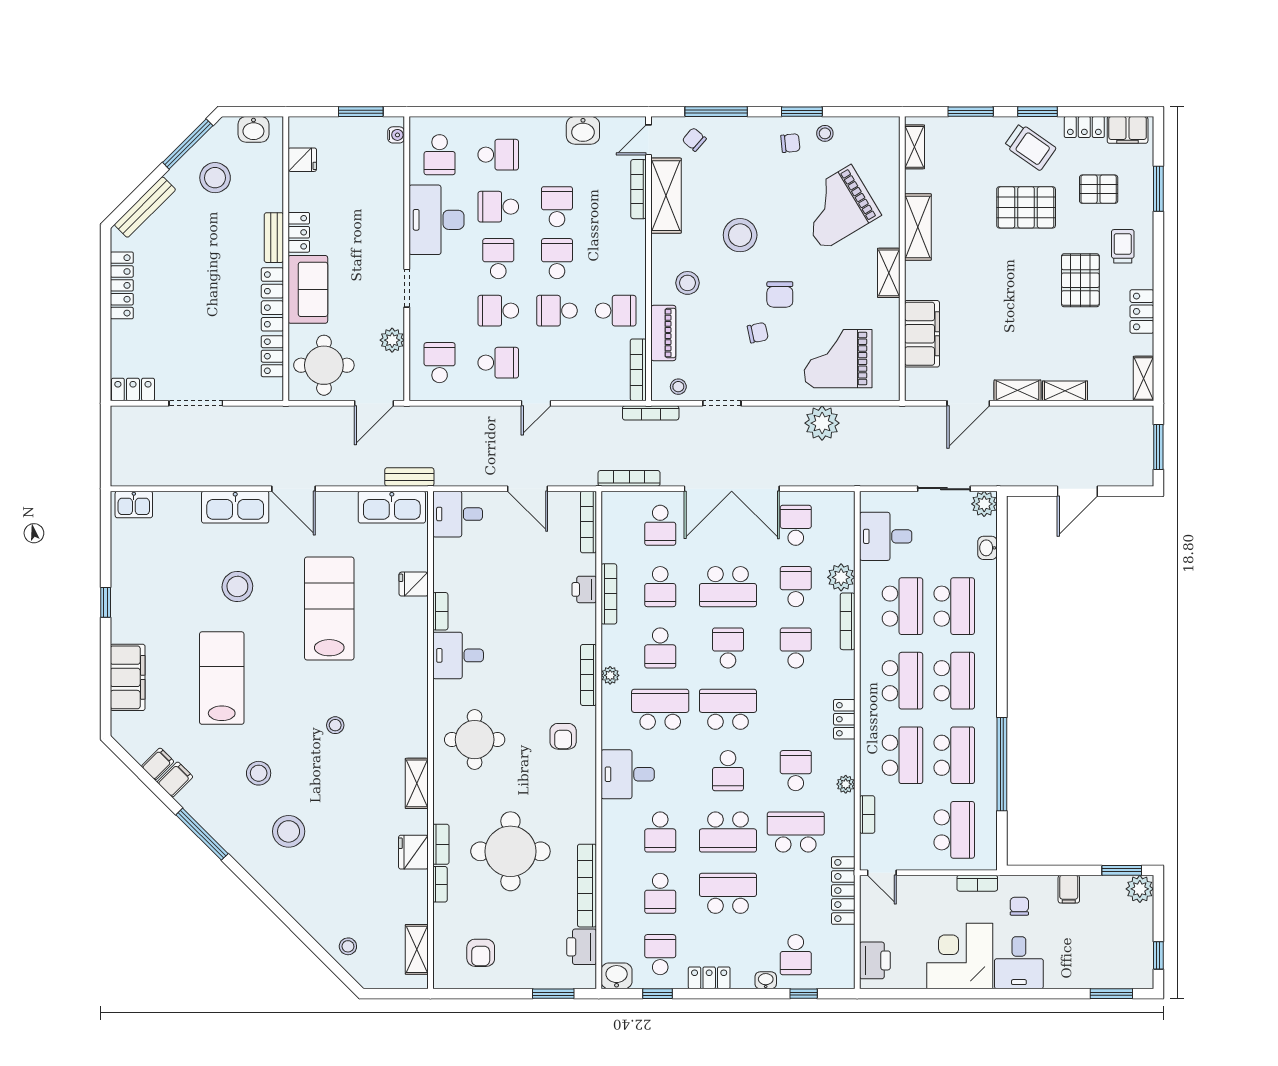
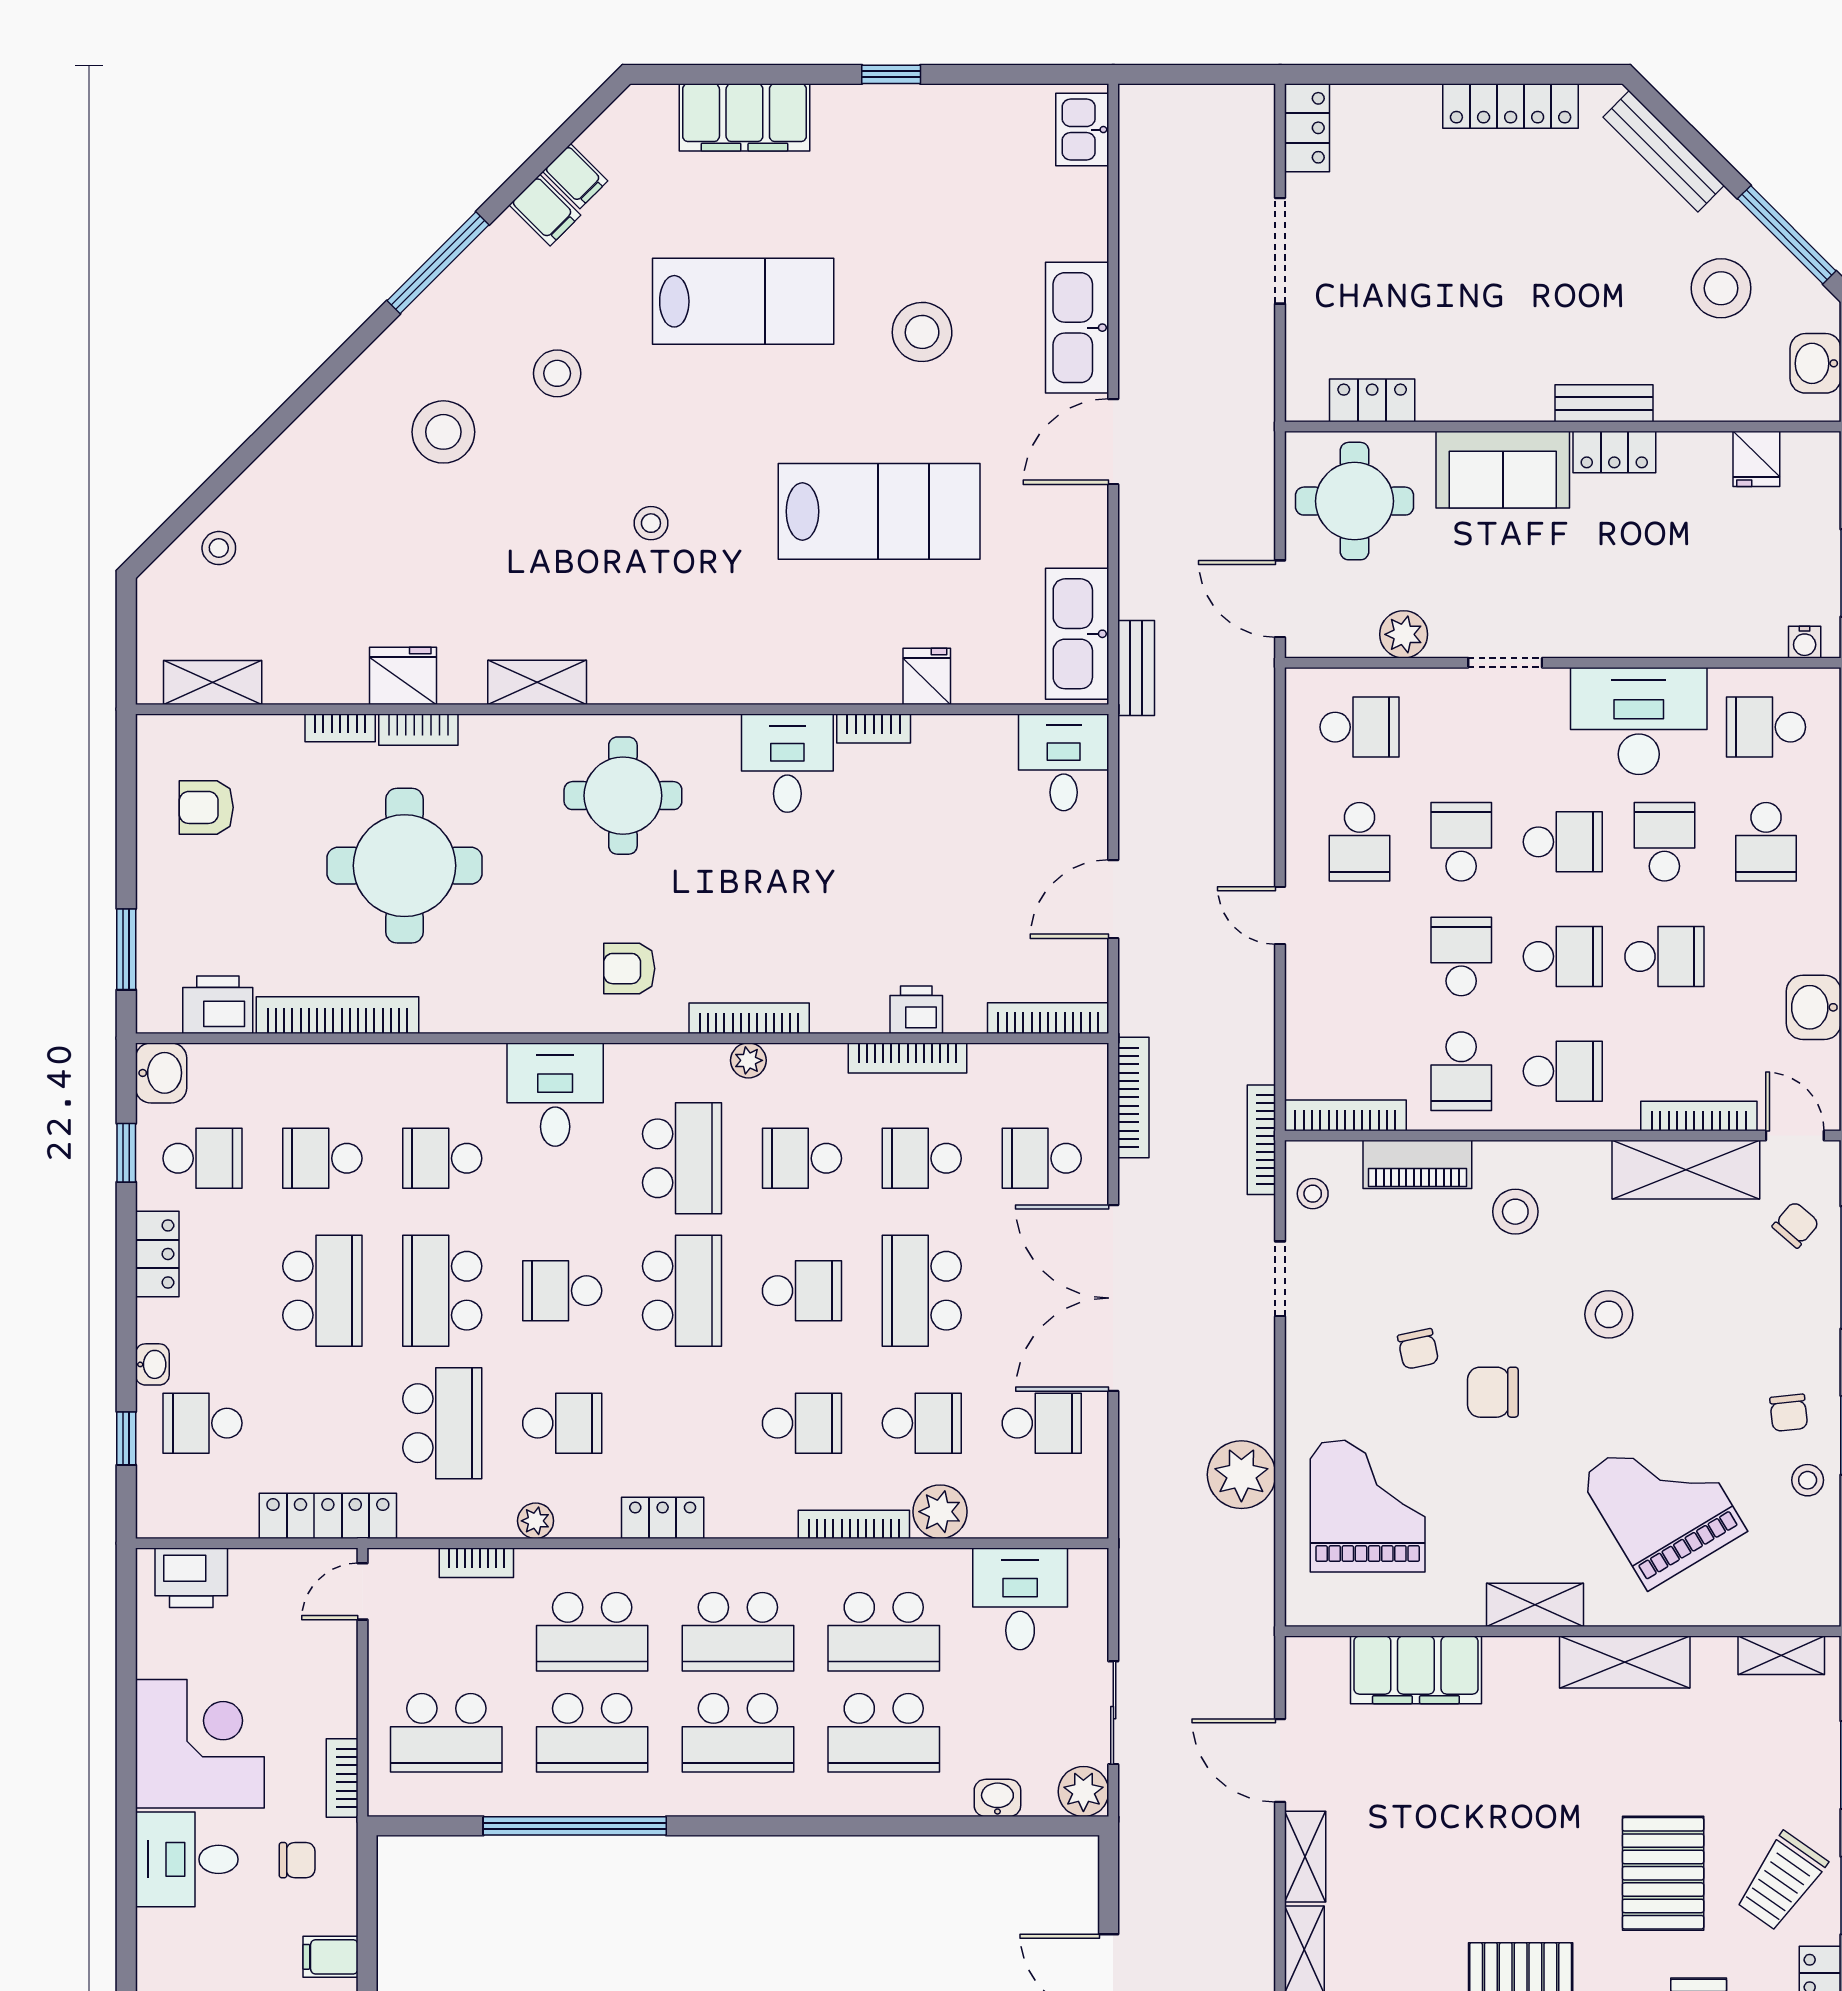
stool: (740, 235) -> (1609, 1314), width x0.73, depth x0.73
school desk: (616, 259) -> (1563, 1071), added
locker: (272, 299) -> (1483, 400), removed

